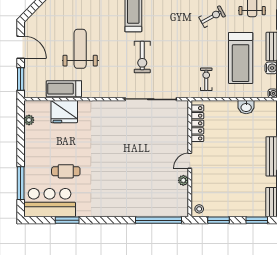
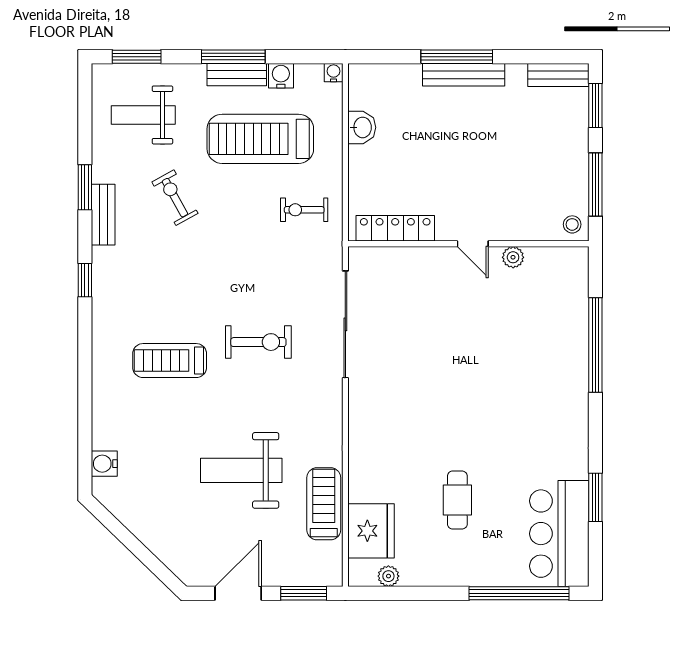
treadmill: (241, 58) -> (260, 139), turned 180
treadmill: (64, 89) -> (324, 504), turned 180
fridge: (64, 112) -> (371, 531), moved
cafe table: (66, 171) -> (457, 500), moved
window: (21, 183) -> (519, 593), width x1.46
window: (158, 220) -> (595, 345), moved
window: (218, 220) -> (595, 184), width x1.44

